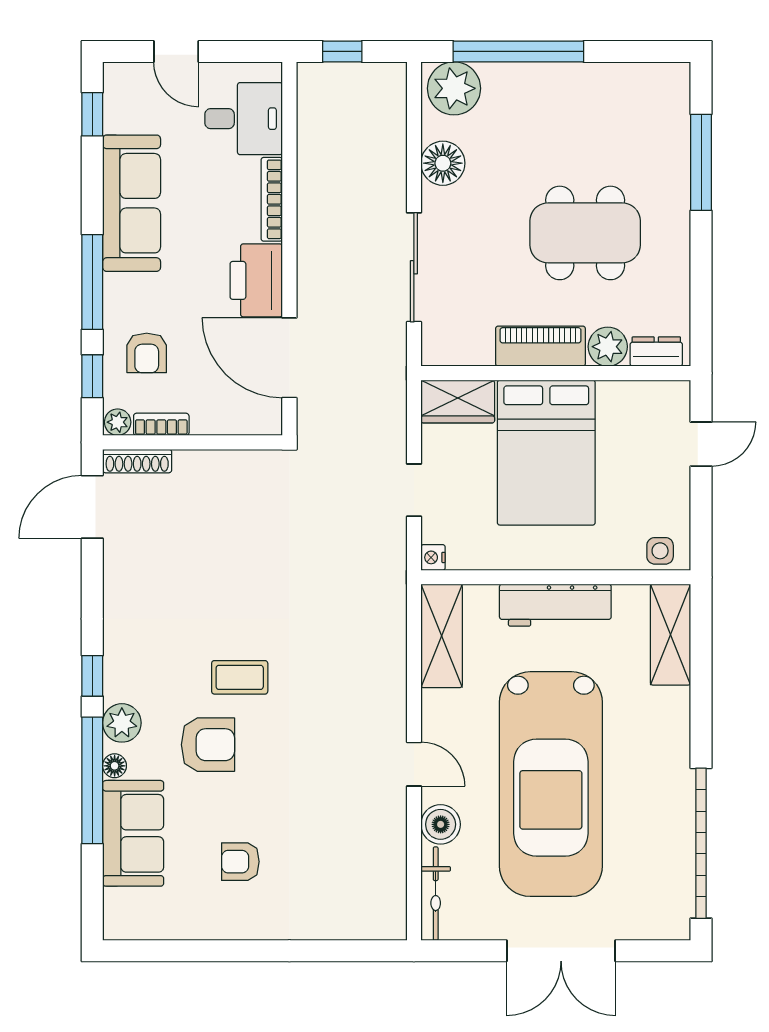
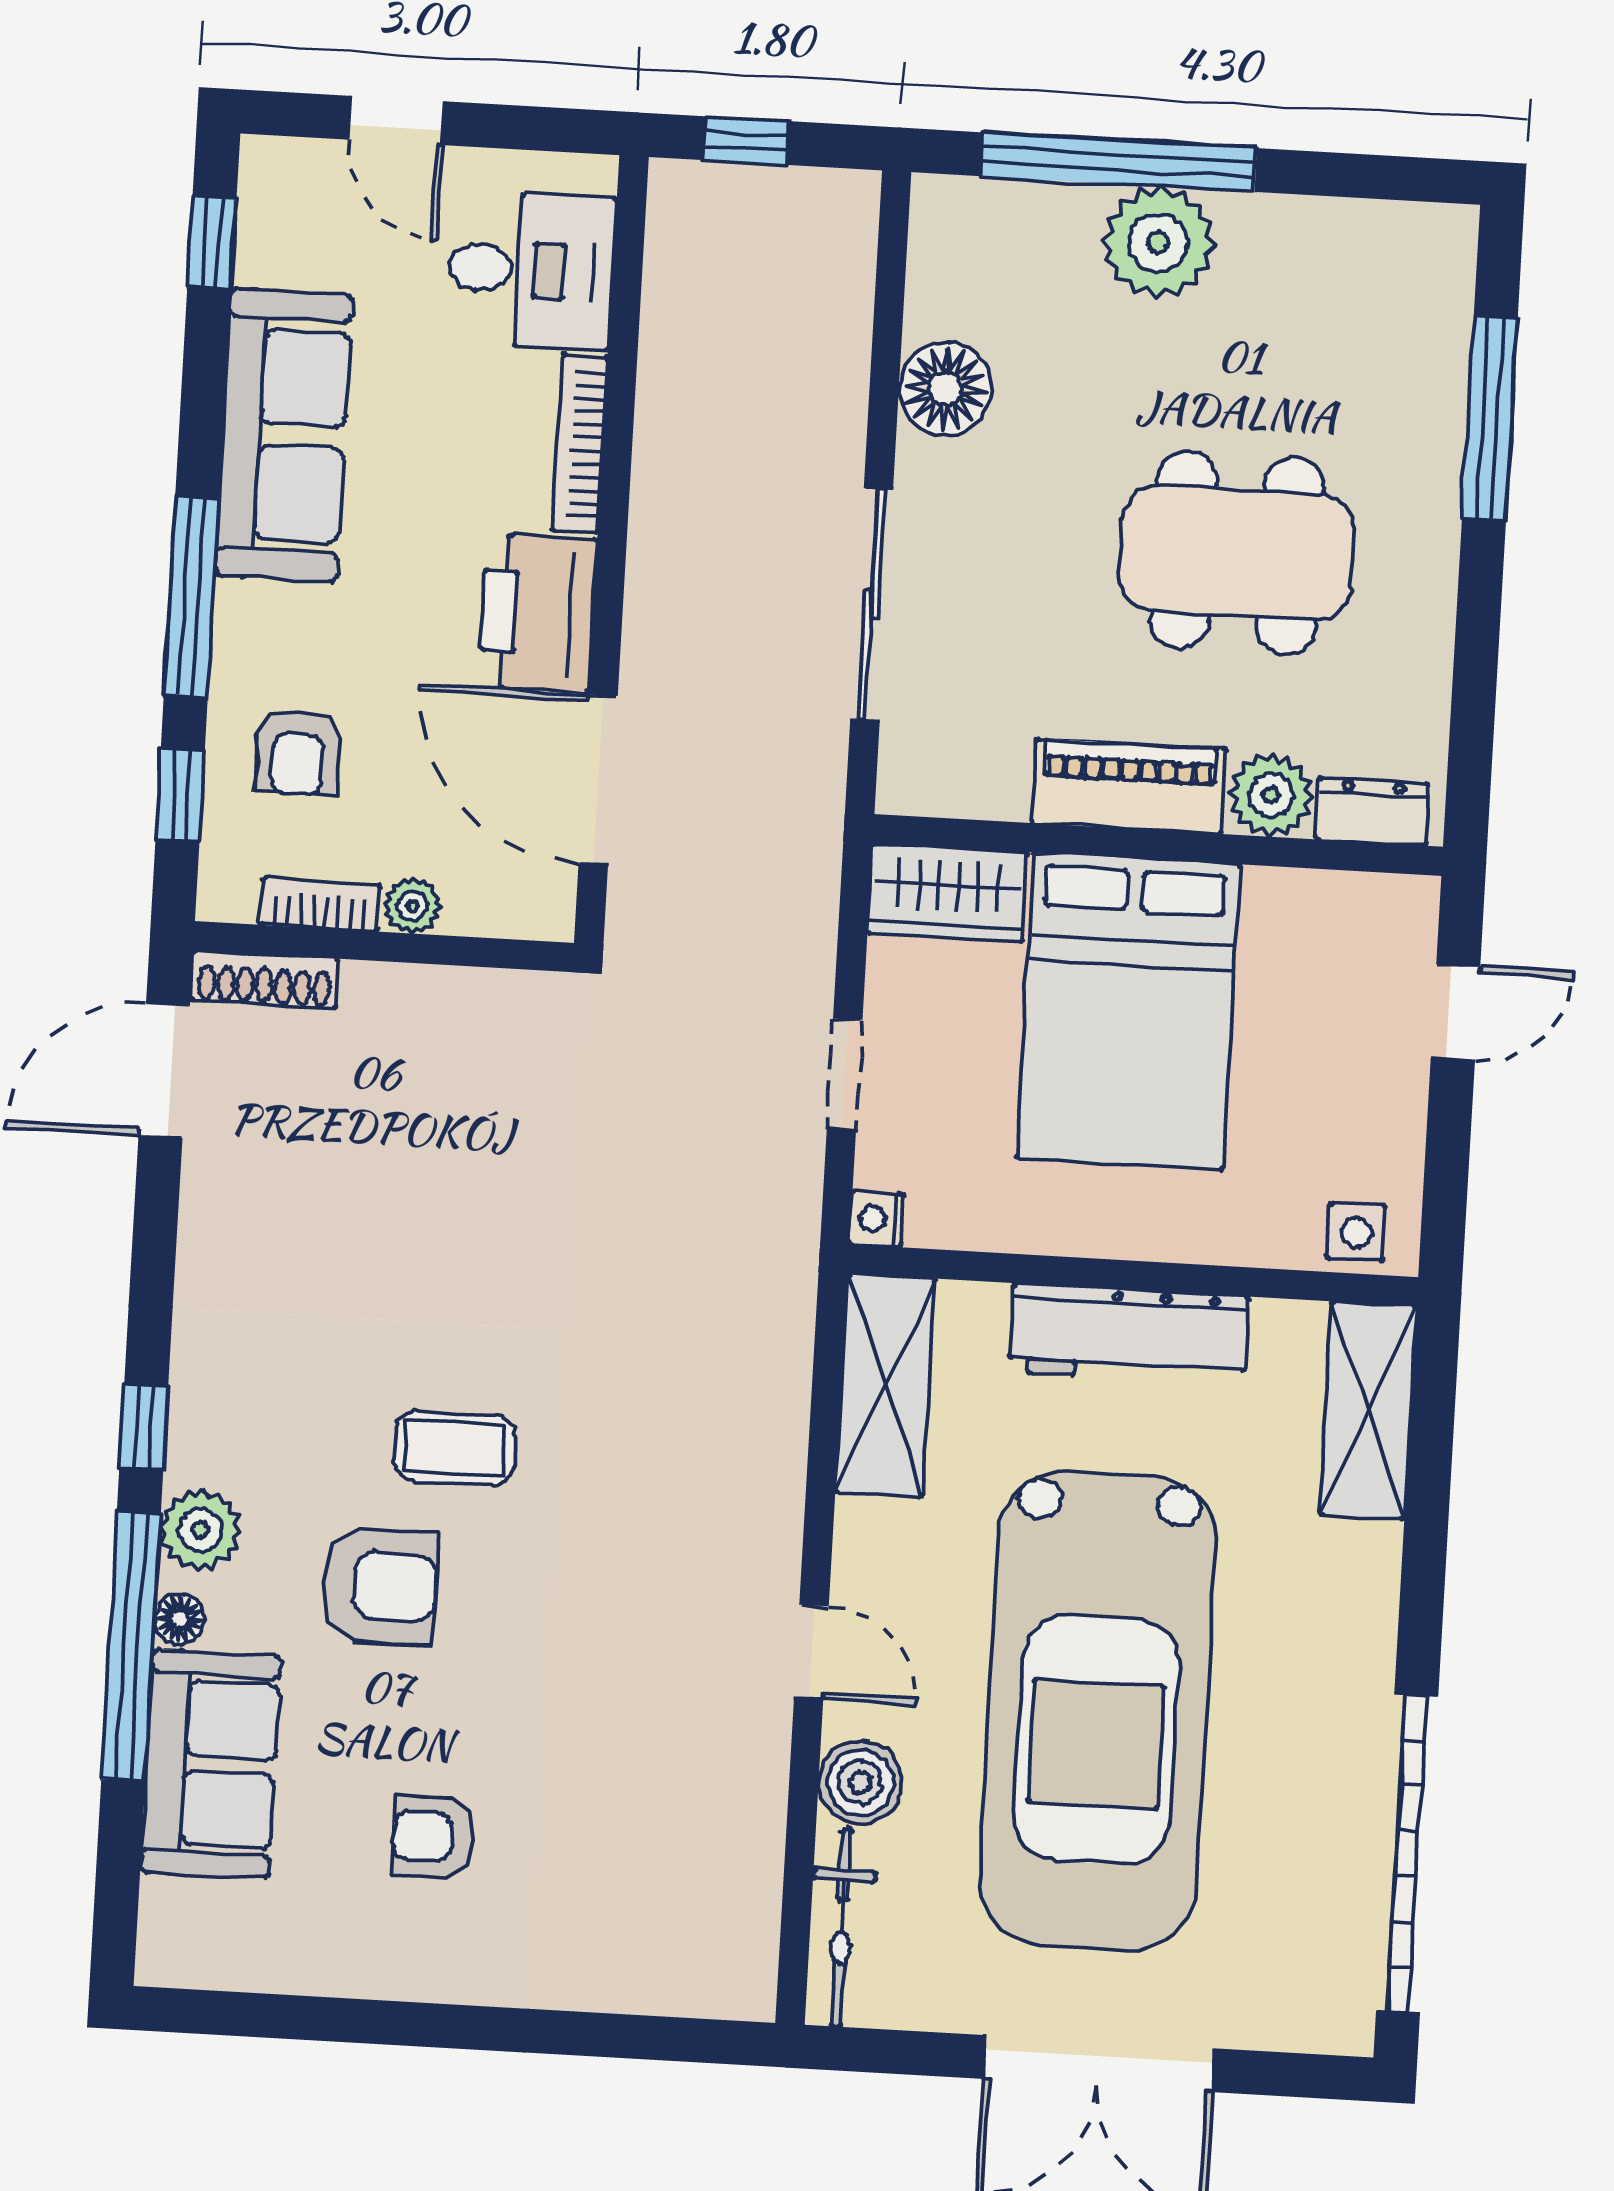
plant: (454, 88) -> (1158, 243), moved
plant: (118, 422) -> (412, 906), moved

